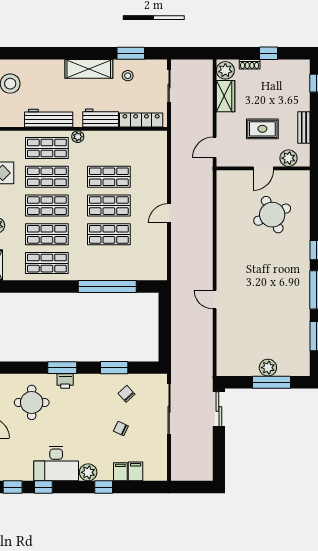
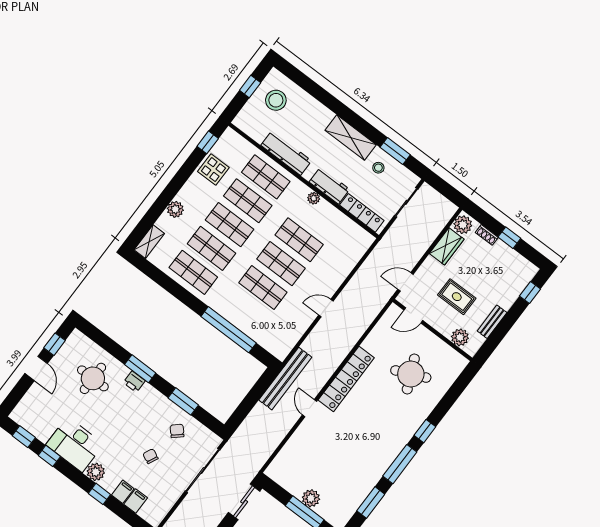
plant: (78, 137) -> (314, 198), moved
door: (263, 168) -> (413, 315), moved
locker: (226, 256) -> (346, 379), added
bench: (179, 291) -> (285, 379), added

